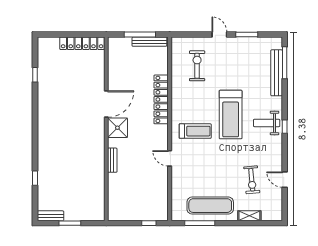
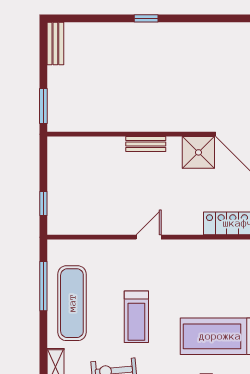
treadmill: (195, 131) -> (136, 317), moved
window: (35, 178) -> (146, 18), moved
window: (70, 223) -> (43, 106), moved

